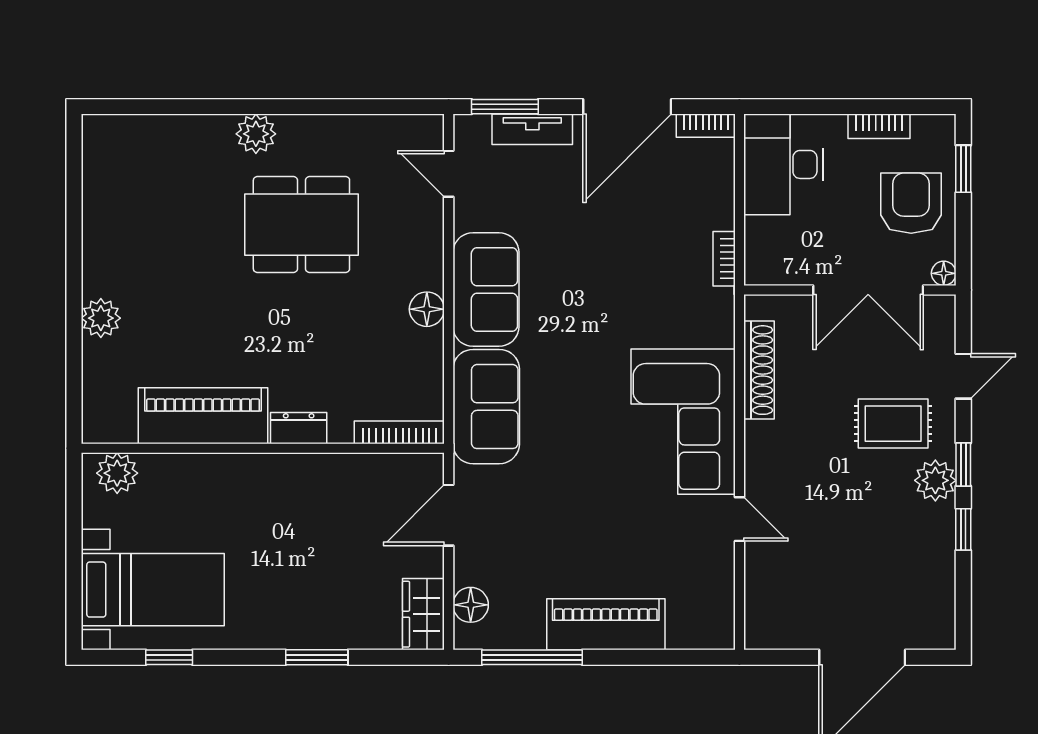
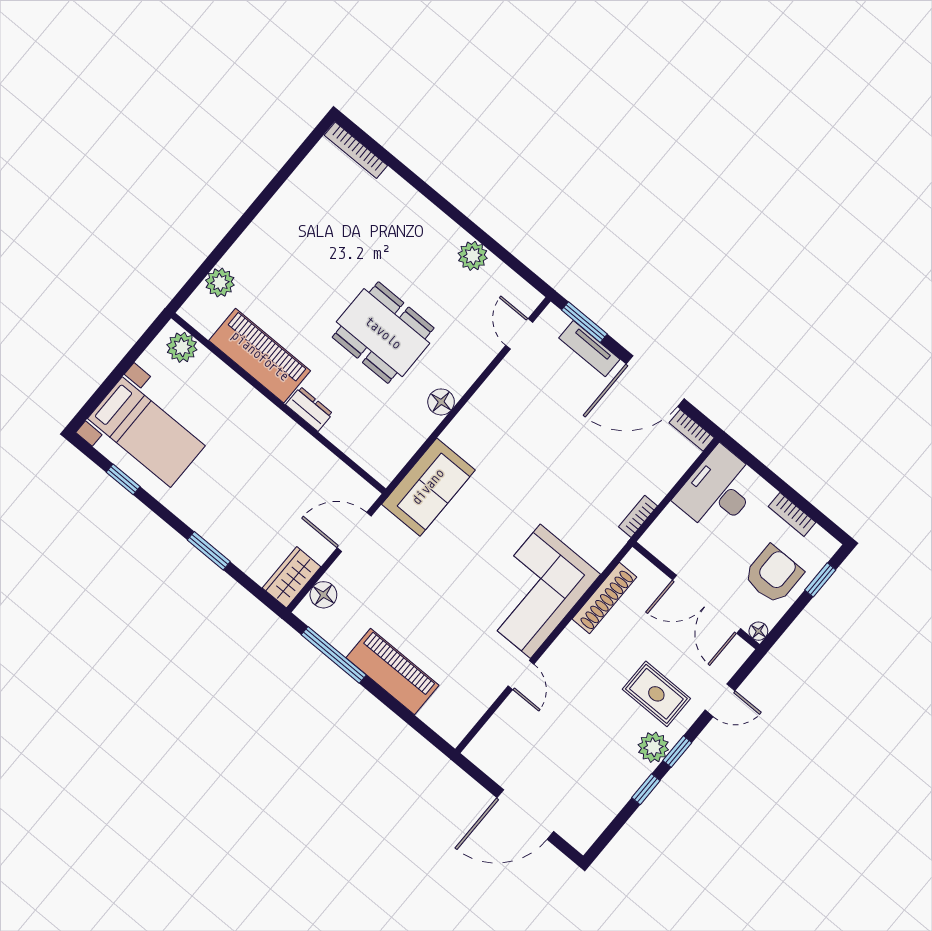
plant: (256, 134) -> (473, 256), moved
dining table: (301, 225) -> (383, 333), moved
sofa: (486, 290) -> (485, 419), removed
plant: (101, 318) -> (220, 283), moved
bookcase: (399, 432) -> (356, 150), moved, turned 180

